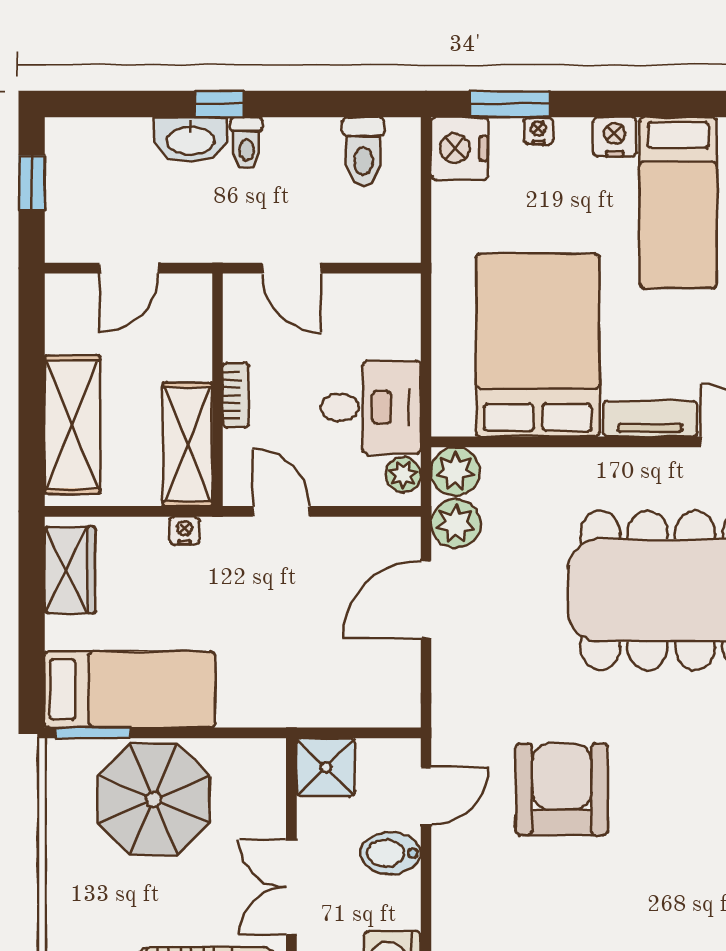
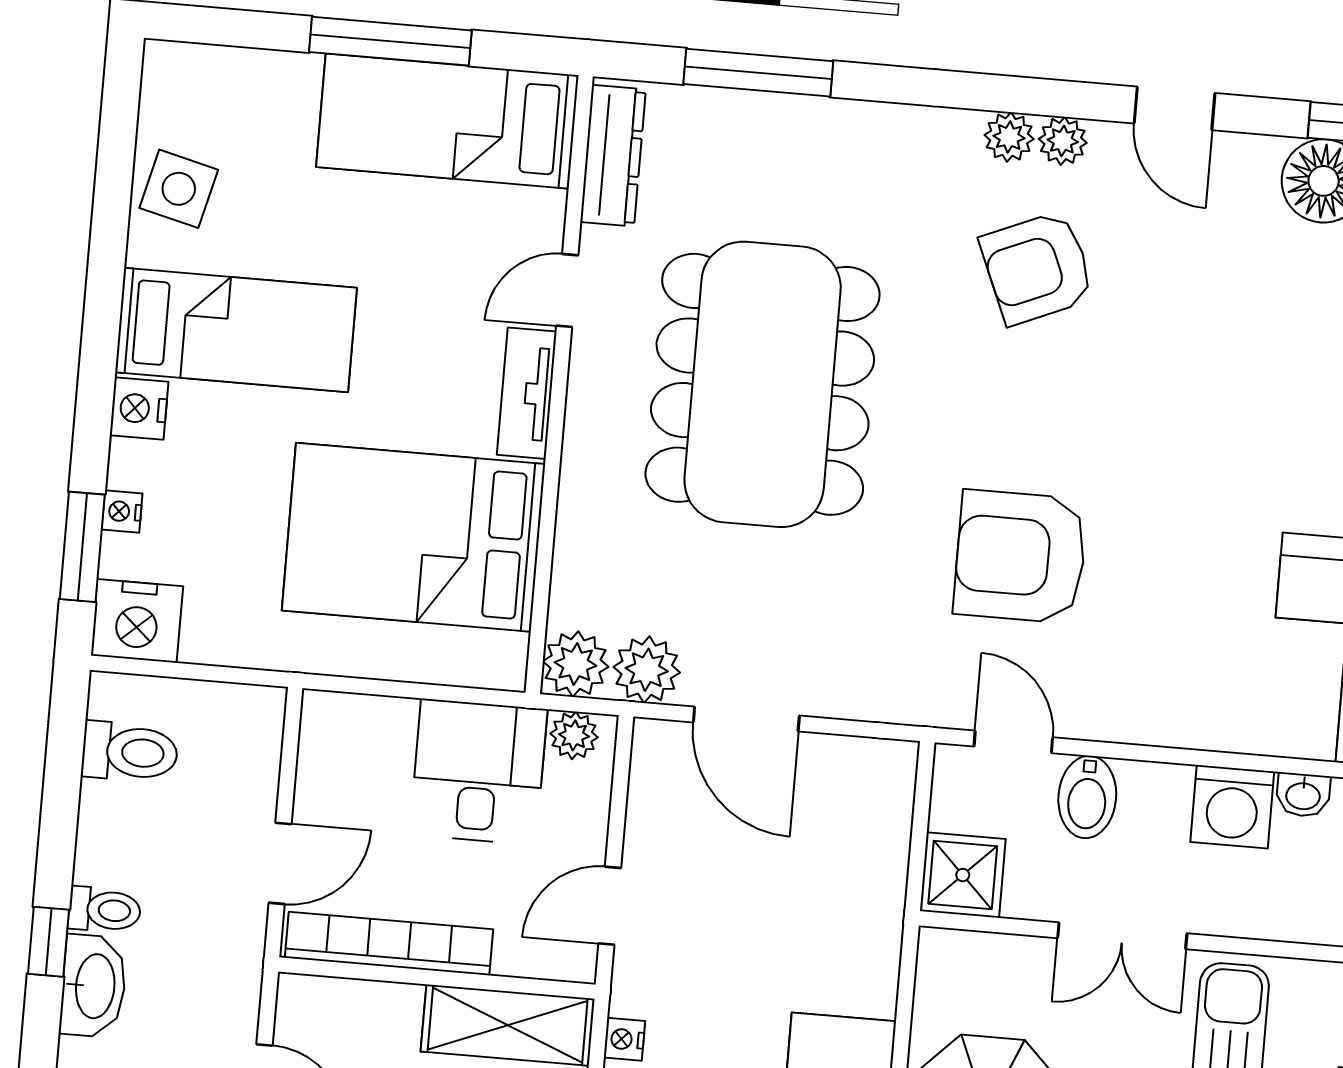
bookcase: (236, 395) -> (389, 943), width x2.31, depth x1.31

